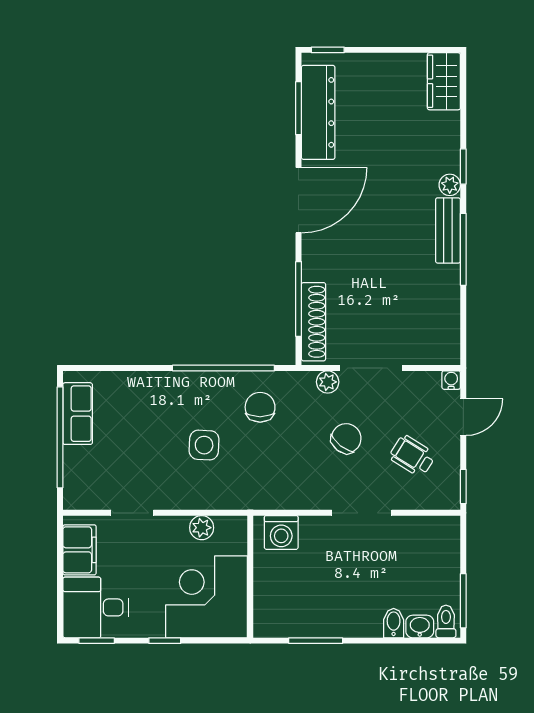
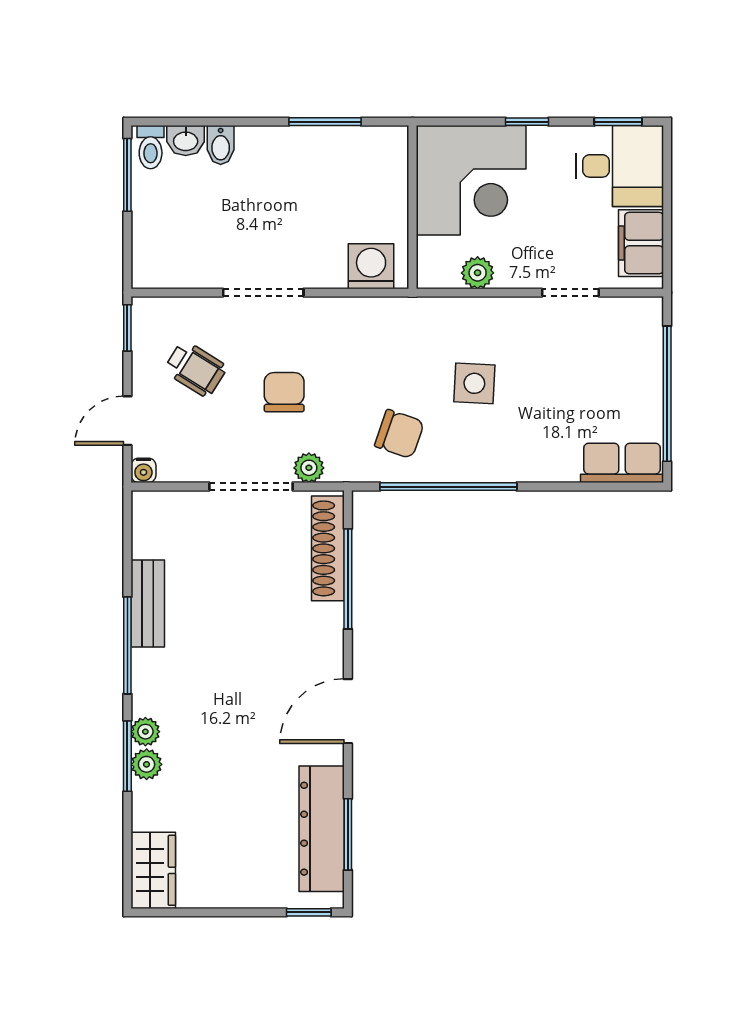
plant: (449, 160) -> (147, 764), added
window: (463, 167) -> (127, 756), width x1.50
door: (299, 200) -> (348, 711), width x0.73
bench: (448, 230) -> (148, 603), moved
chair: (260, 407) -> (399, 434), turned -71
row of seats: (78, 414) -> (622, 463), moved, turned 90
chair: (346, 438) -> (284, 392), turned 142

